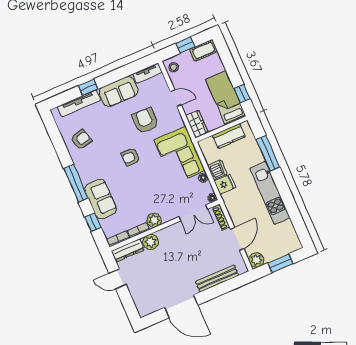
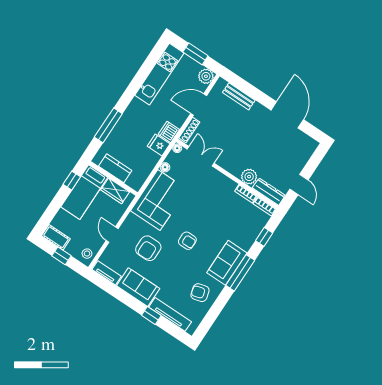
wardrobe: (197, 124) -> (115, 191), moved, turned -90
dishwasher: (217, 170) -> (169, 132), moved
kitchen unit: (270, 193) -> (159, 74), moved
sofa: (101, 199) -> (227, 263), moved
plant: (154, 220) -> (228, 186), removed
bench: (217, 279) -> (239, 96), width x0.73

